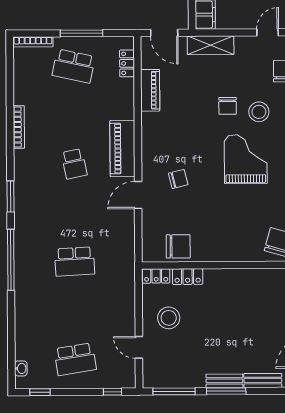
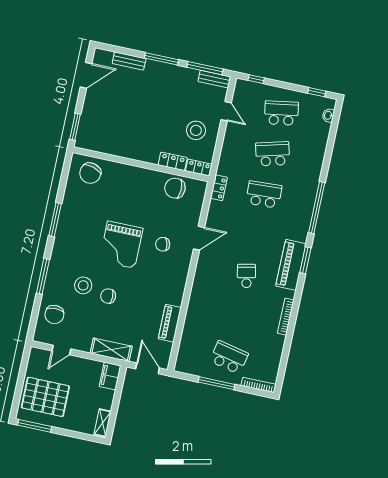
locker: (127, 63) -> (219, 188), moved
chair: (228, 106) -> (108, 296), turned -90
piano: (122, 148) -> (291, 265), moved, turned 180
grand piano: (246, 159) -> (121, 245), moved
school desk: (75, 310) -> (273, 154), added
bench: (224, 381) -> (214, 79), moved

